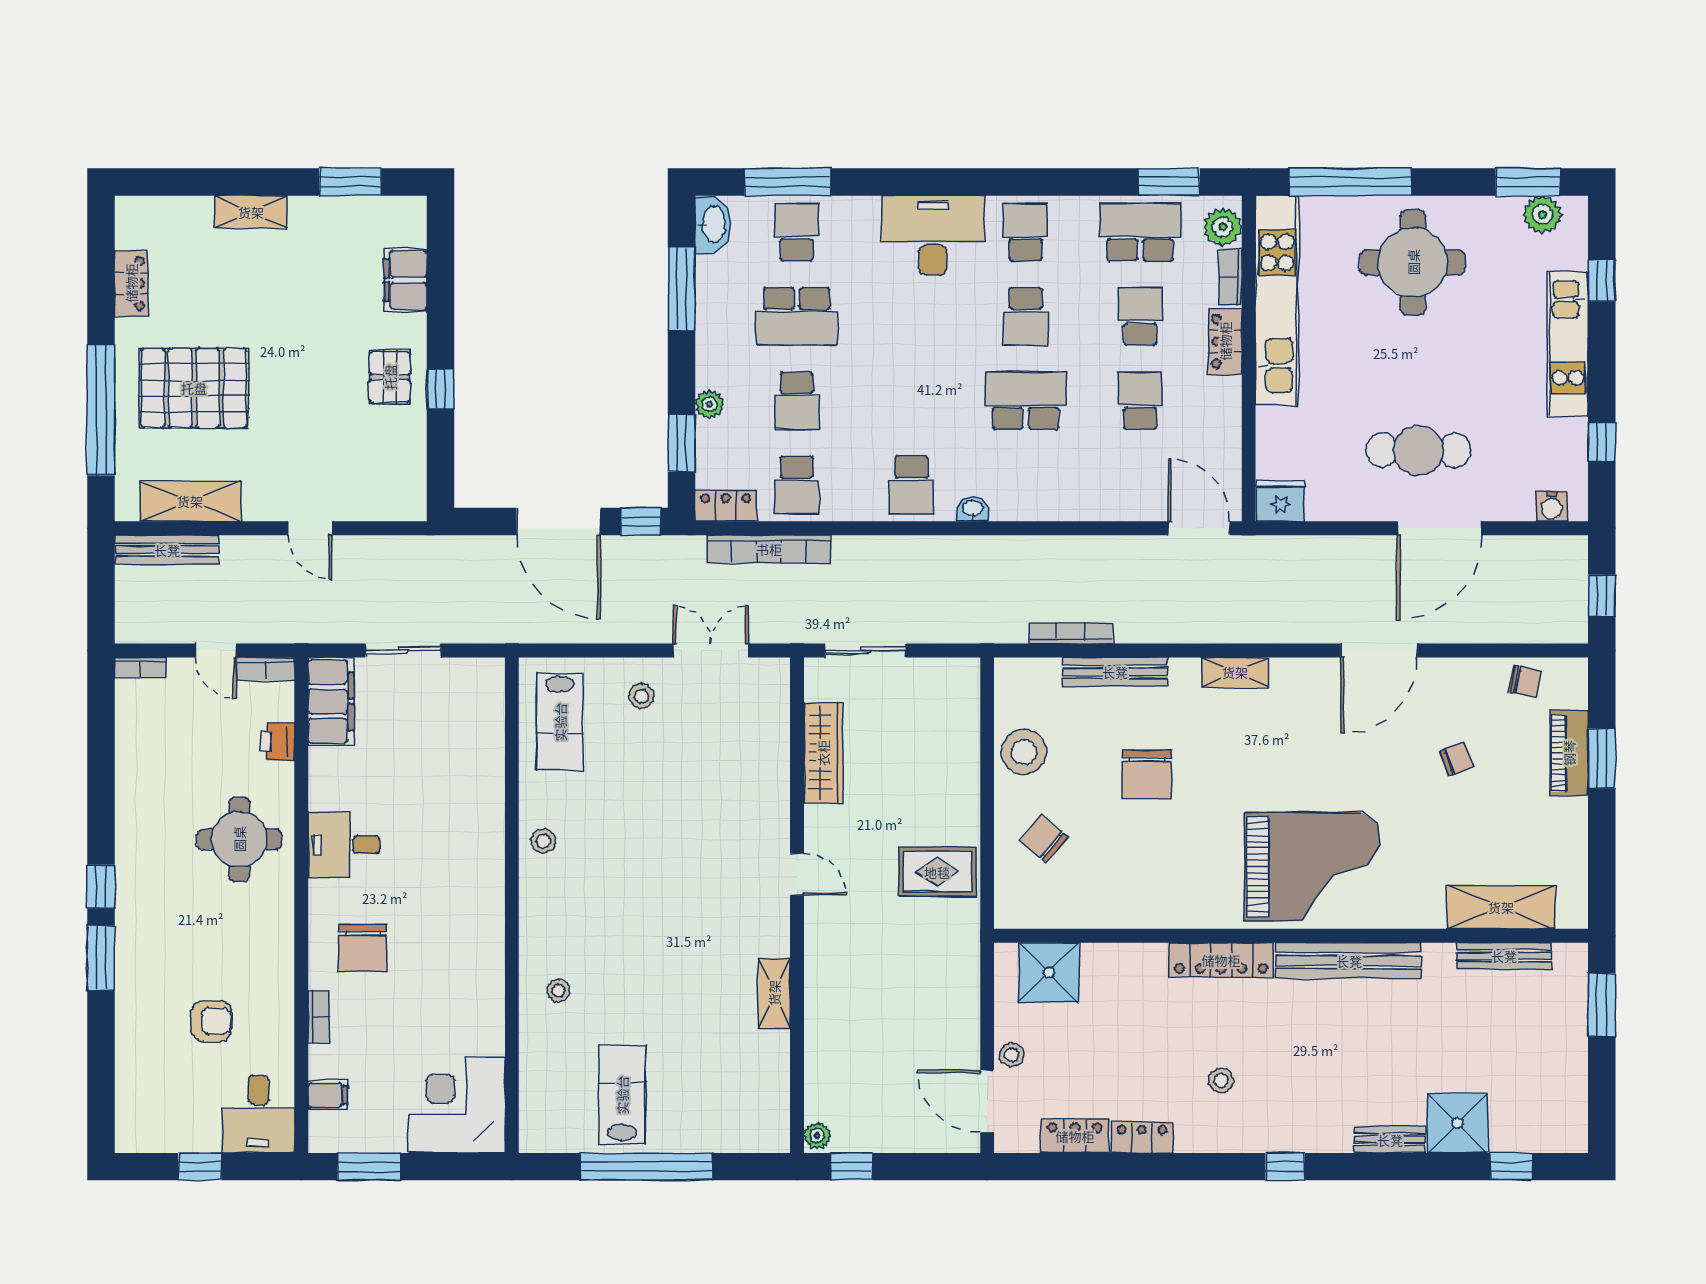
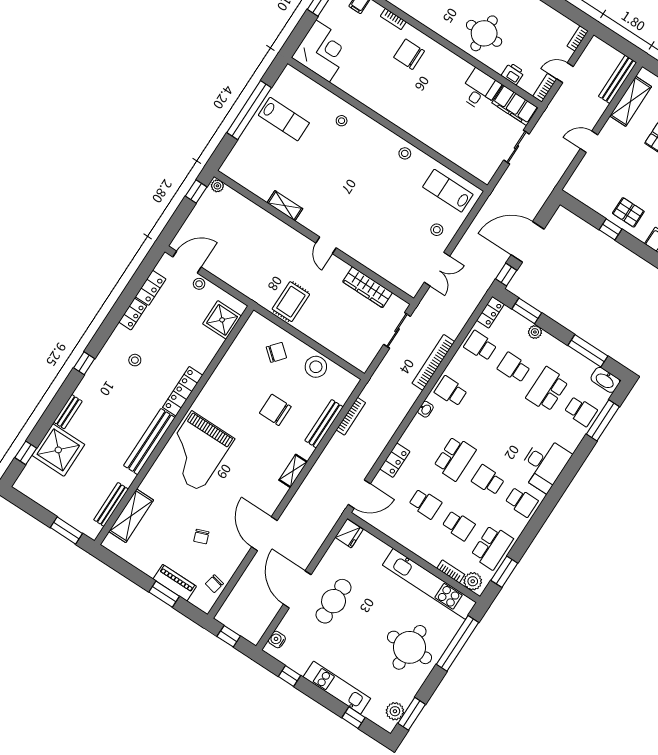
locker: (1225, 341) -> (395, 460), moved, turned 90
bookcase: (769, 549) -> (433, 362), moved
desk: (344, 844) -> (480, 90), moved
door: (797, 874) -> (326, 245), hinge flipped
shower: (1458, 1123) -> (58, 450), width x1.37, depth x1.37

